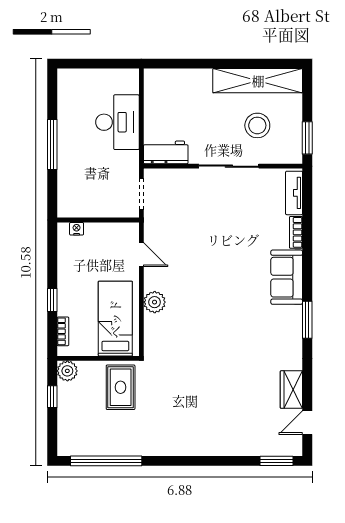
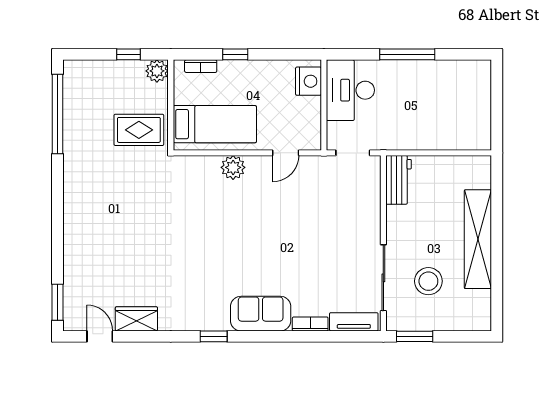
shelving: (258, 81) -> (478, 239), moved
desk: (117, 122) -> (350, 90), moved, turned 90
sliding door: (229, 166) -> (383, 278), moved
nightstand: (77, 229) -> (309, 81), width x1.89, depth x1.79
window: (307, 320) -> (214, 336), width x0.67

